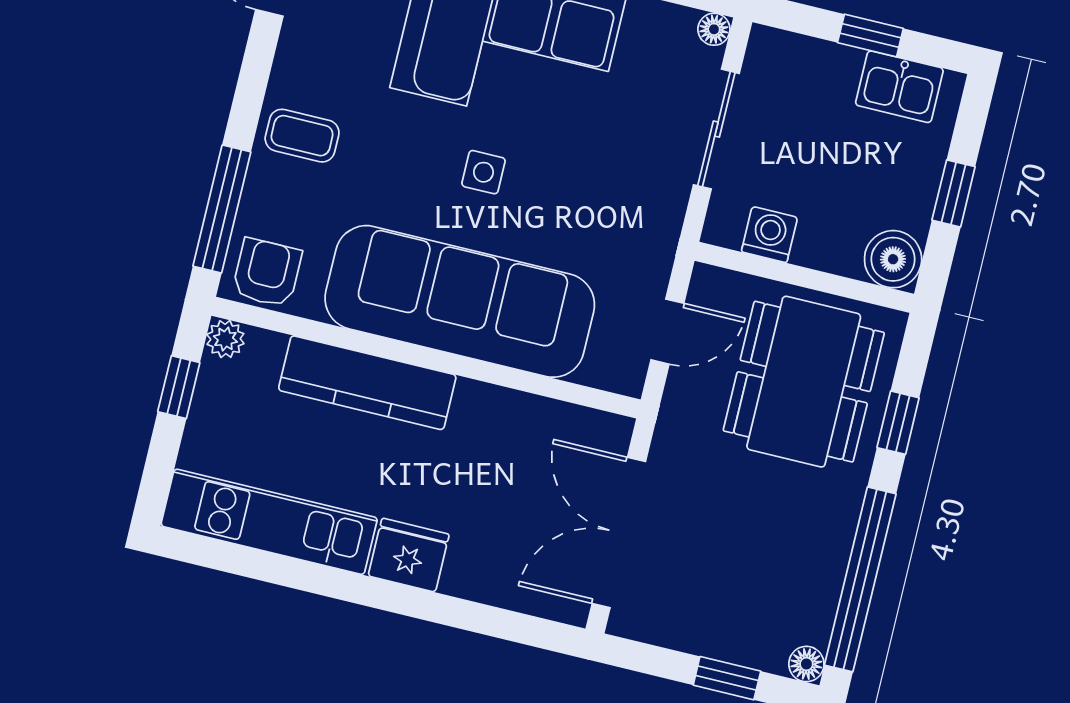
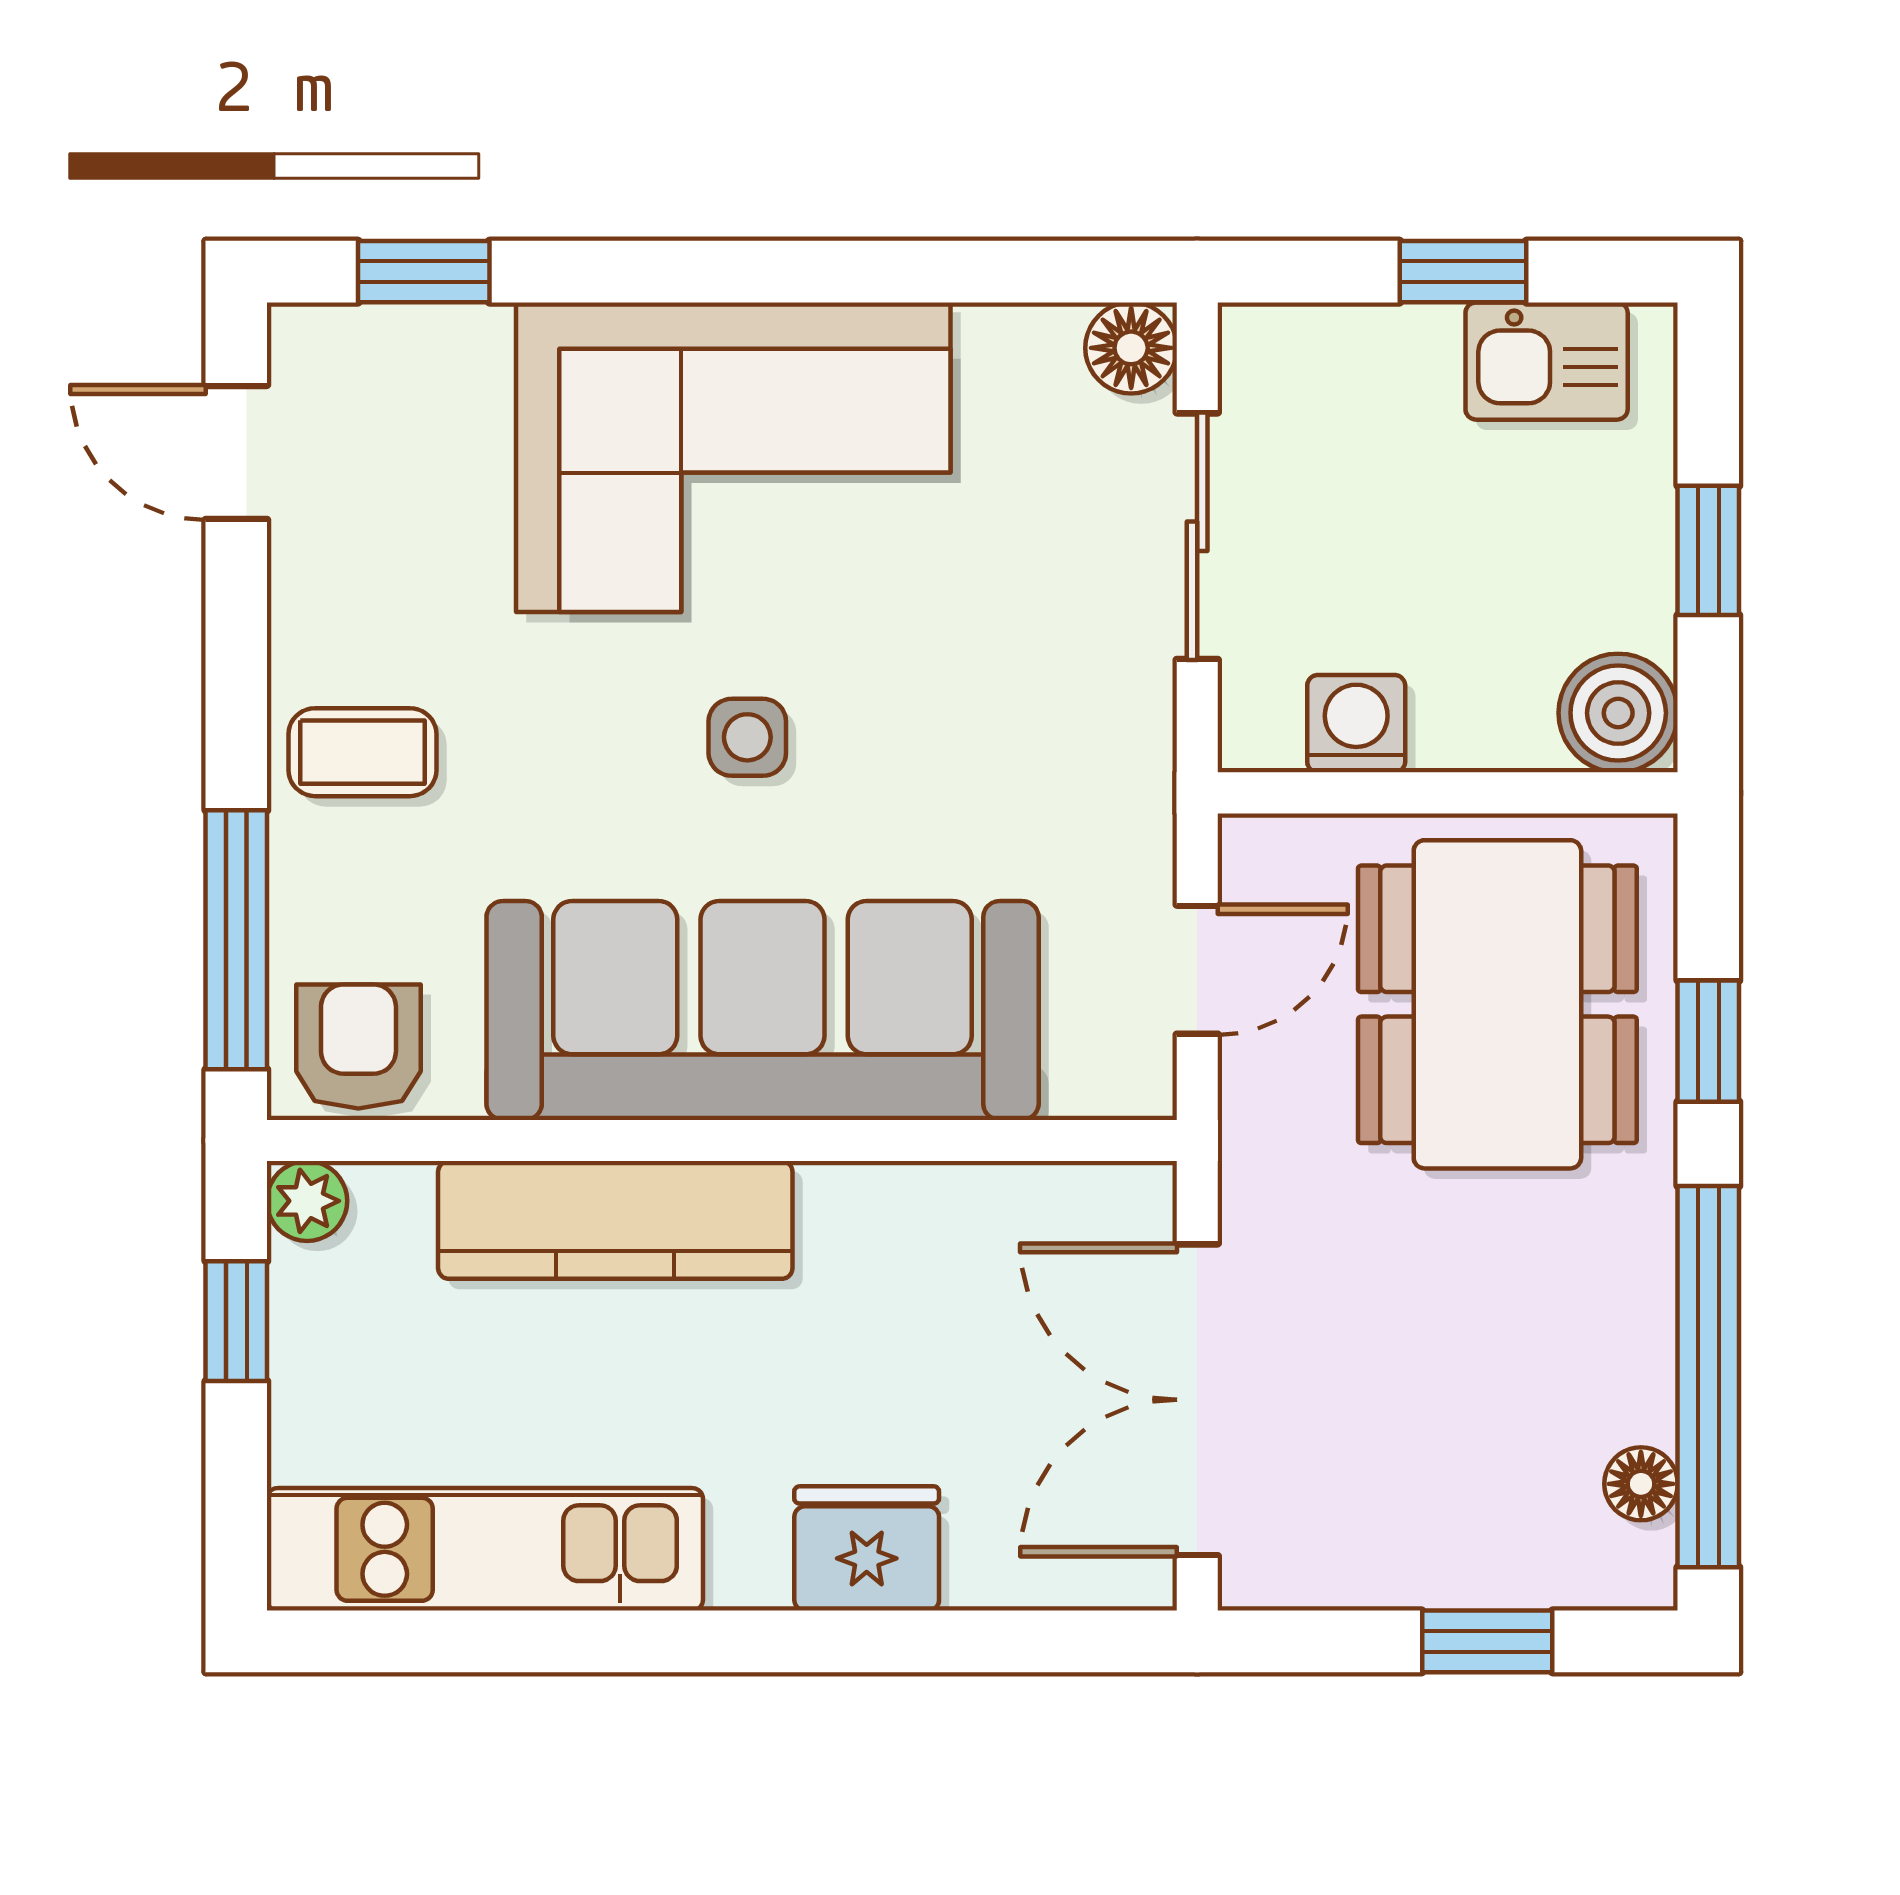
floor lamp: (714, 29) -> (1131, 348), width x1.37, depth x1.37
fridge: (409, 555) -> (867, 1548), moved
floor lamp: (806, 664) -> (1641, 1484), moved

